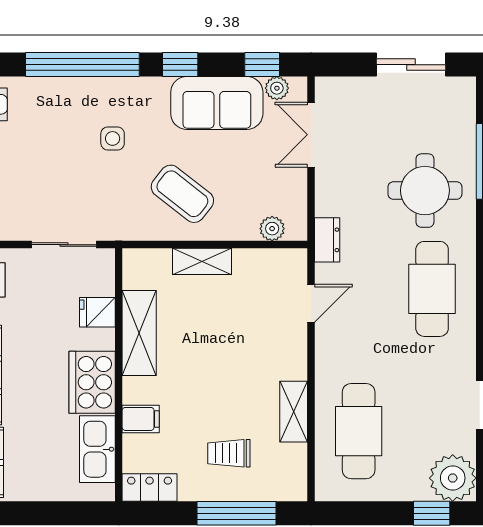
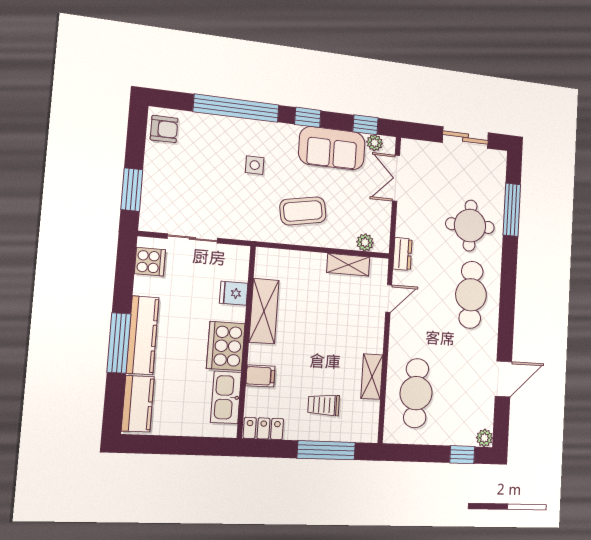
coffee table: (182, 194) -> (303, 211), turned -48
sliding door: (64, 245) -> (192, 238), moved
shelving: (202, 261) -> (348, 265), moved
plant: (453, 478) -> (484, 438), width x0.53, depth x0.53

